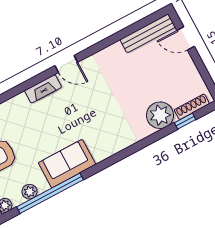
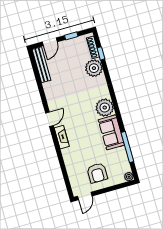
window: (202, 70) -> (71, 36), added
plant: (30, 192) -> (105, 108), moved, width x1.87, depth x1.87
window: (50, 193) -> (127, 147), width x0.68

